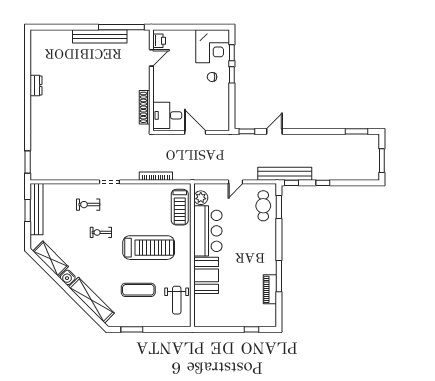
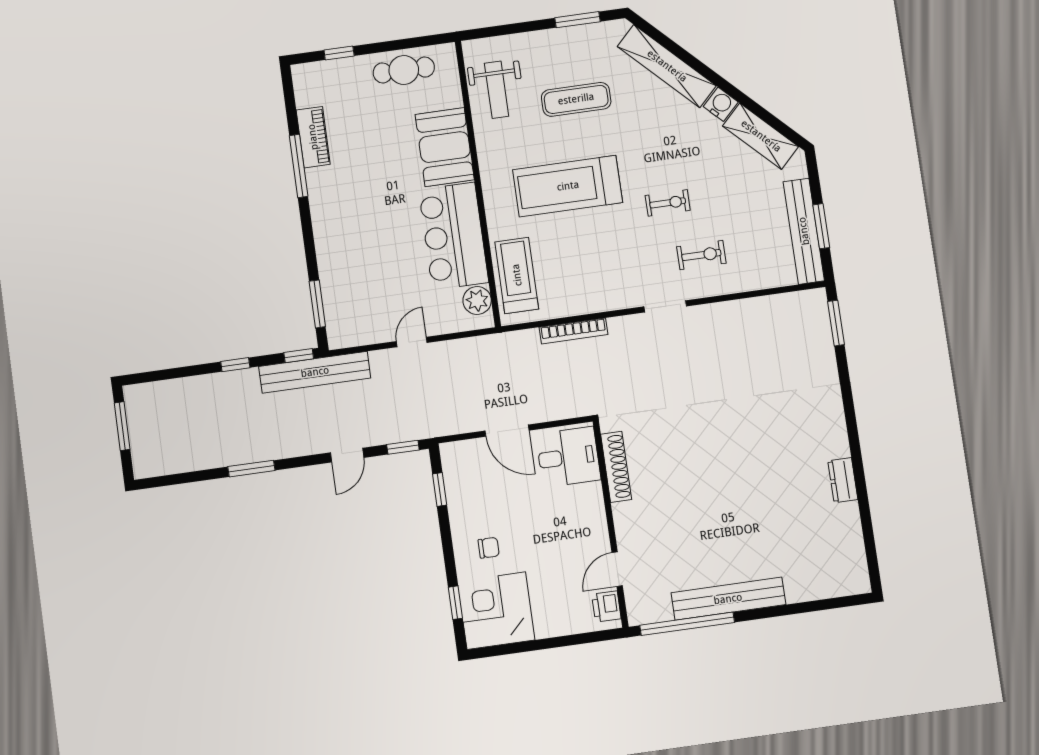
window: (232, 75) -> (440, 489), moved
window: (356, 131) -> (251, 469), moved
cafe table: (263, 206) -> (404, 70), moved, turned 90
weight bench: (177, 300) -> (497, 90), turned 180

